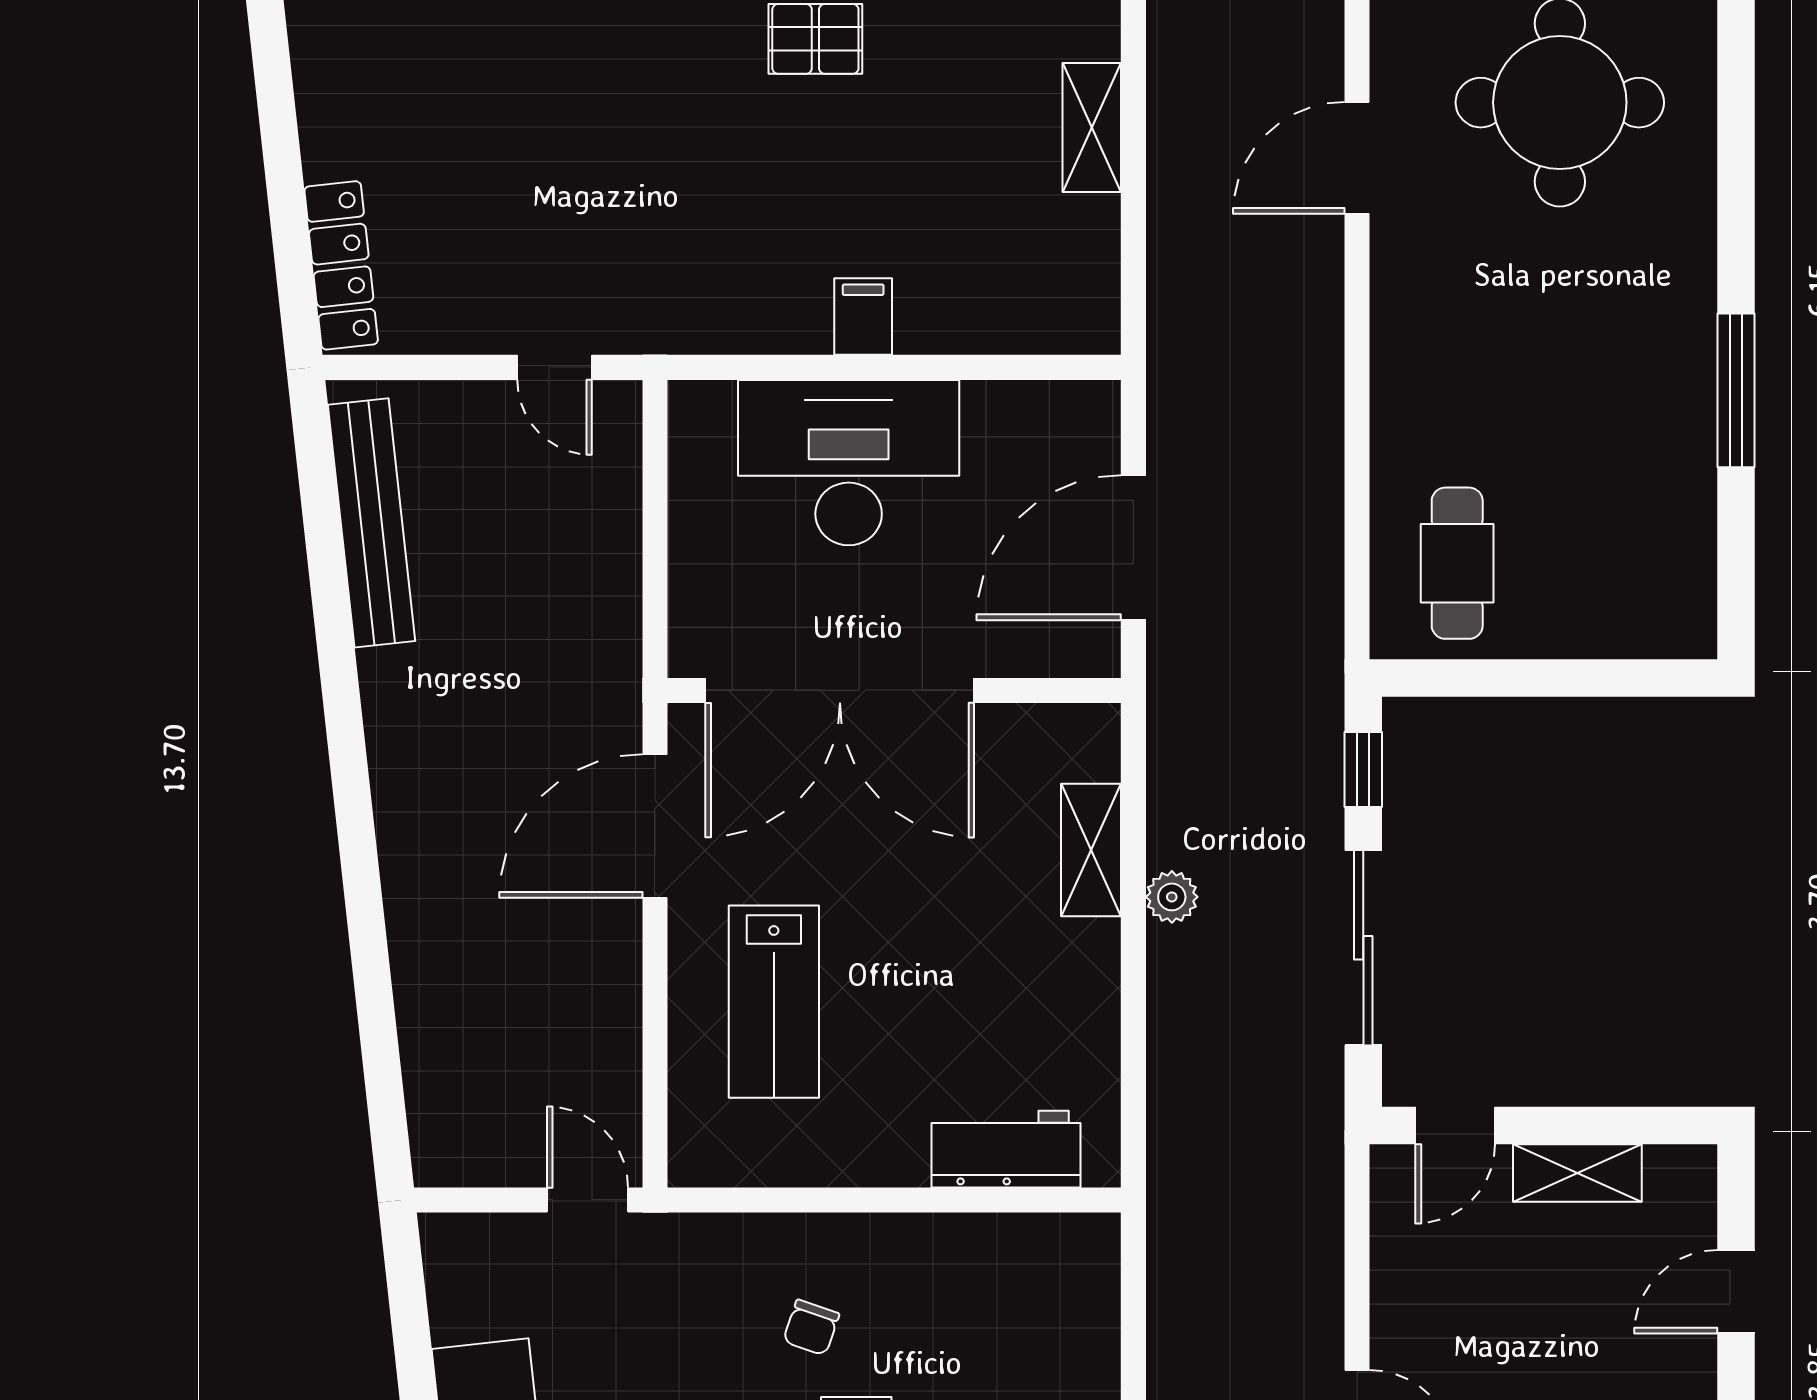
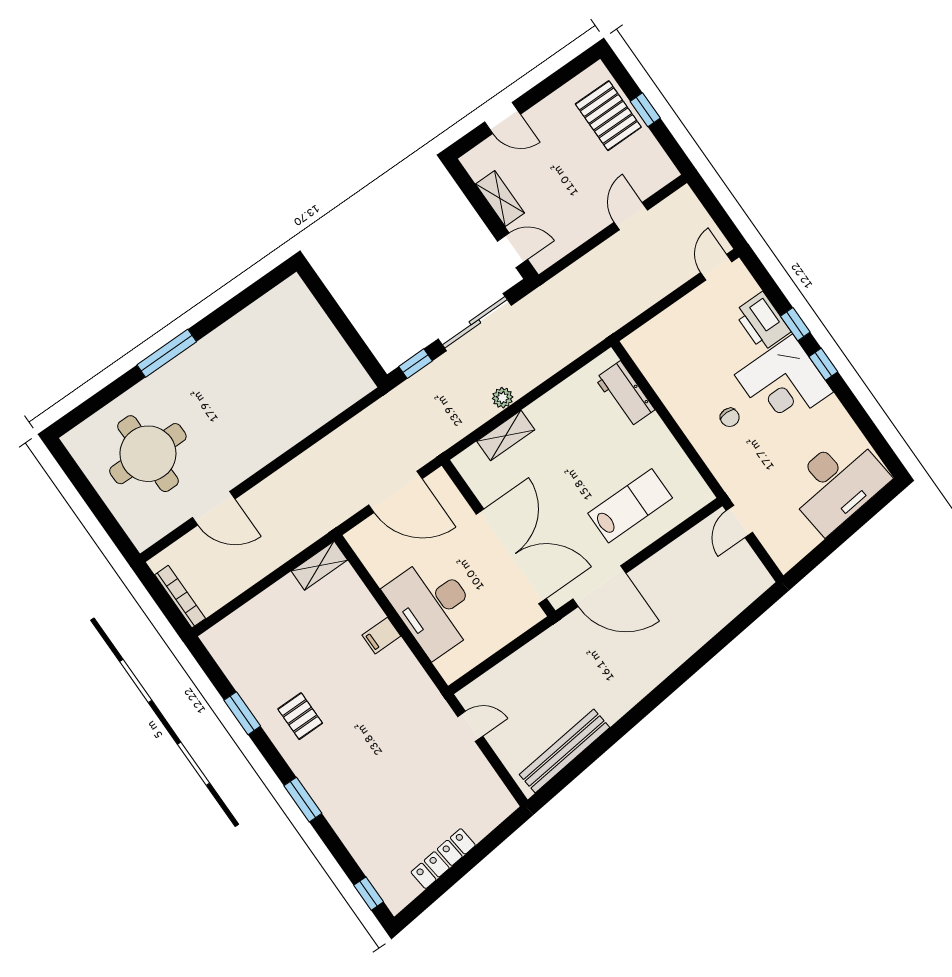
shelving: (1092, 128) -> (319, 566), moved
locker: (341, 265) -> (443, 859), moved
door: (555, 367) -> (470, 726), hinge flipped
window: (1736, 390) -> (167, 353), moved
cafe table: (1457, 563) -> (325, 381), removed
chair: (811, 1327) -> (730, 417), turned 71

